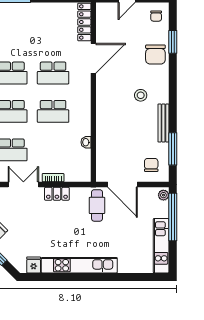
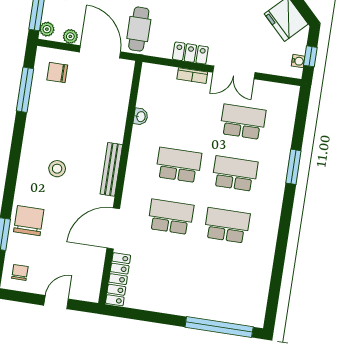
bench: (163, 123) -> (111, 169), moved
chair: (151, 165) -> (57, 73), turned 90
plant: (146, 192) -> (70, 36), added

